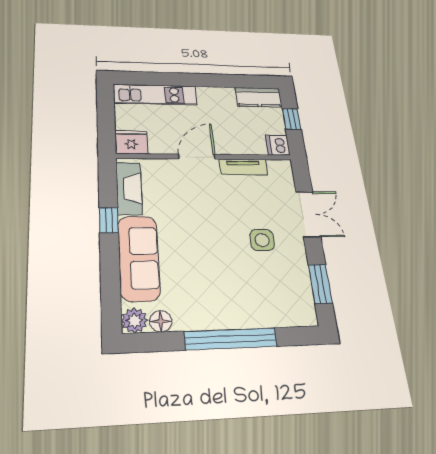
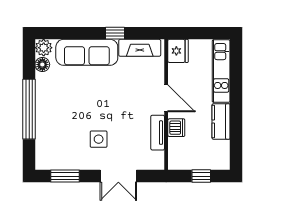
kitchen counter: (259, 97) -> (221, 121), moved
dishwasher: (278, 145) -> (176, 128), moved, turned 90

